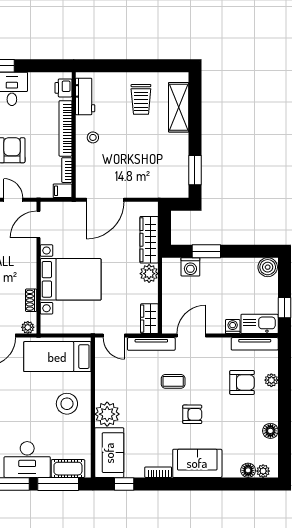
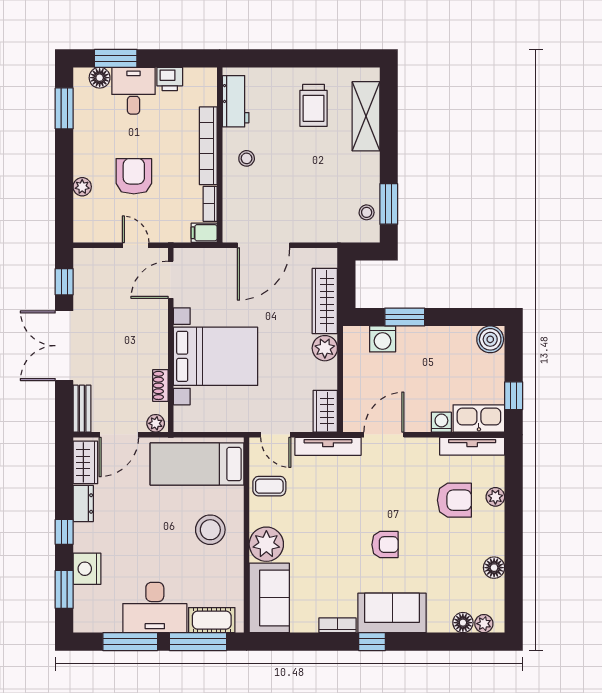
printer: (63, 88) -> (170, 79), moved, turned -90
stool: (179, 176) -> (367, 212), added
coffee table: (173, 381) -> (269, 486), moved
window: (124, 484) -> (372, 642), moved

